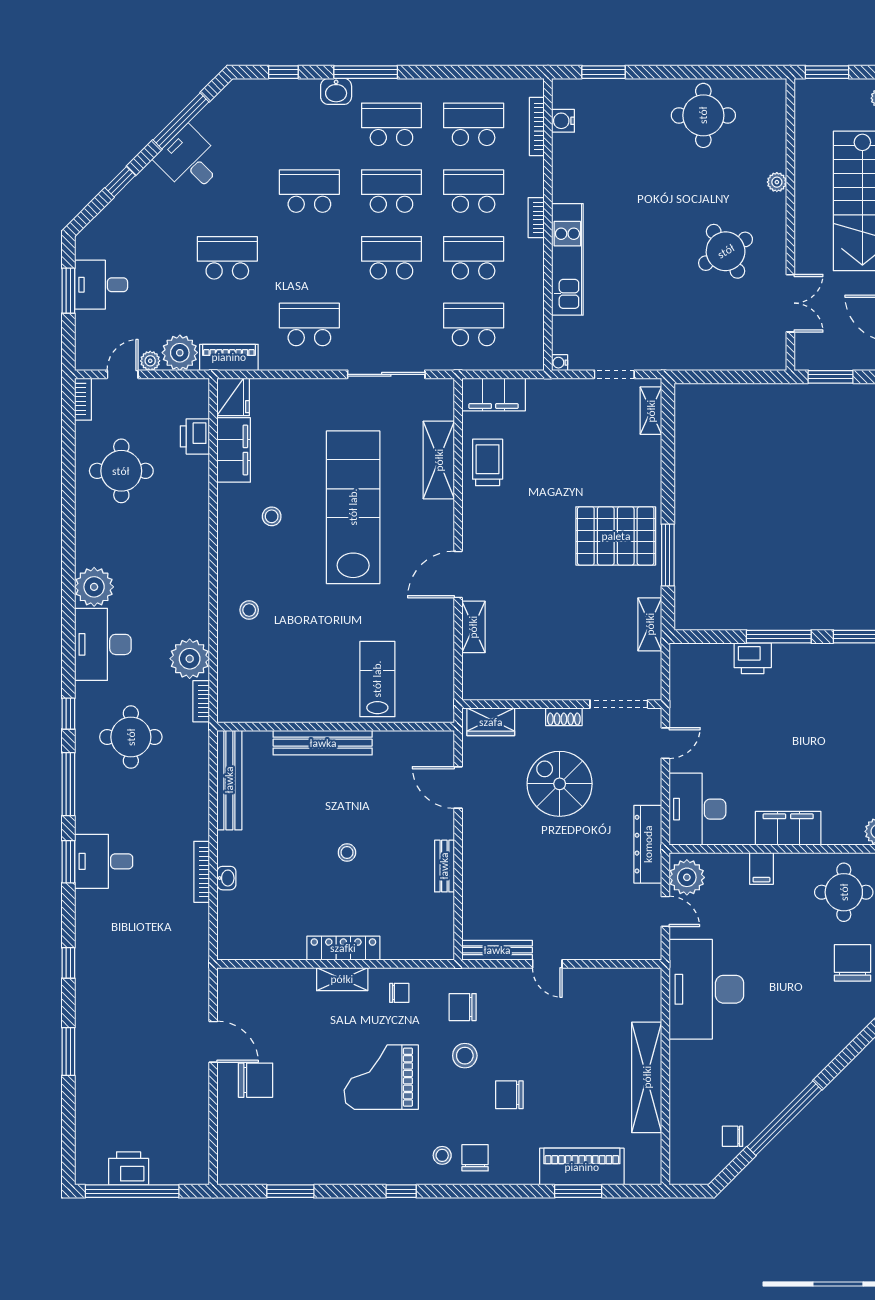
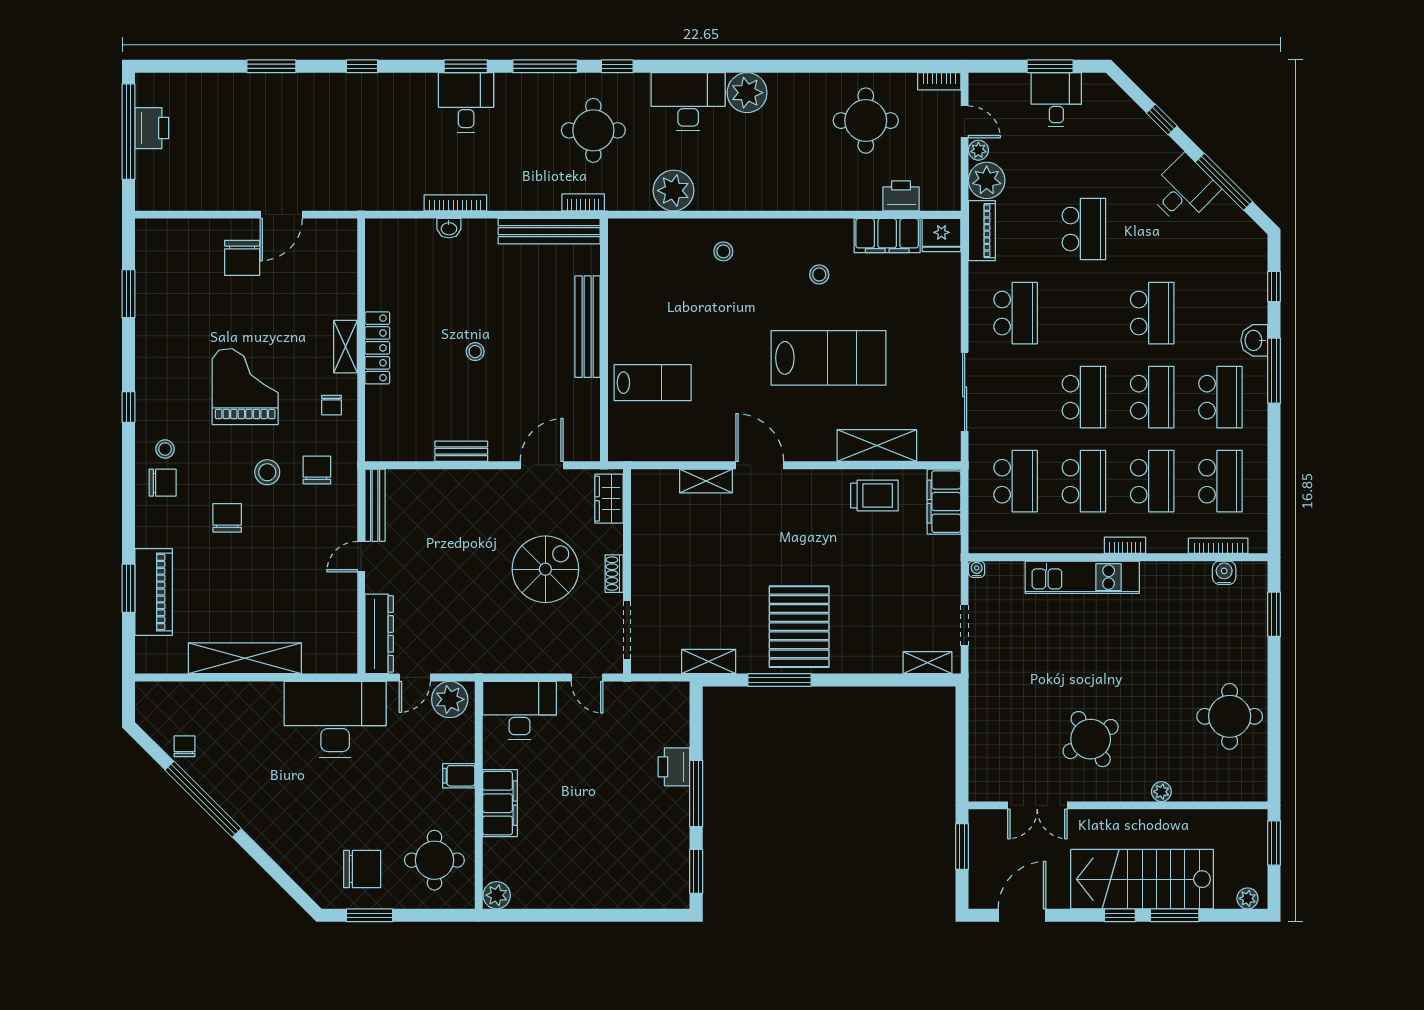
lab bench: (353, 507) -> (829, 358), width x0.73
bookcase: (201, 701) -> (583, 202), moved
dresser: (648, 844) -> (379, 634), moved, turned 90

